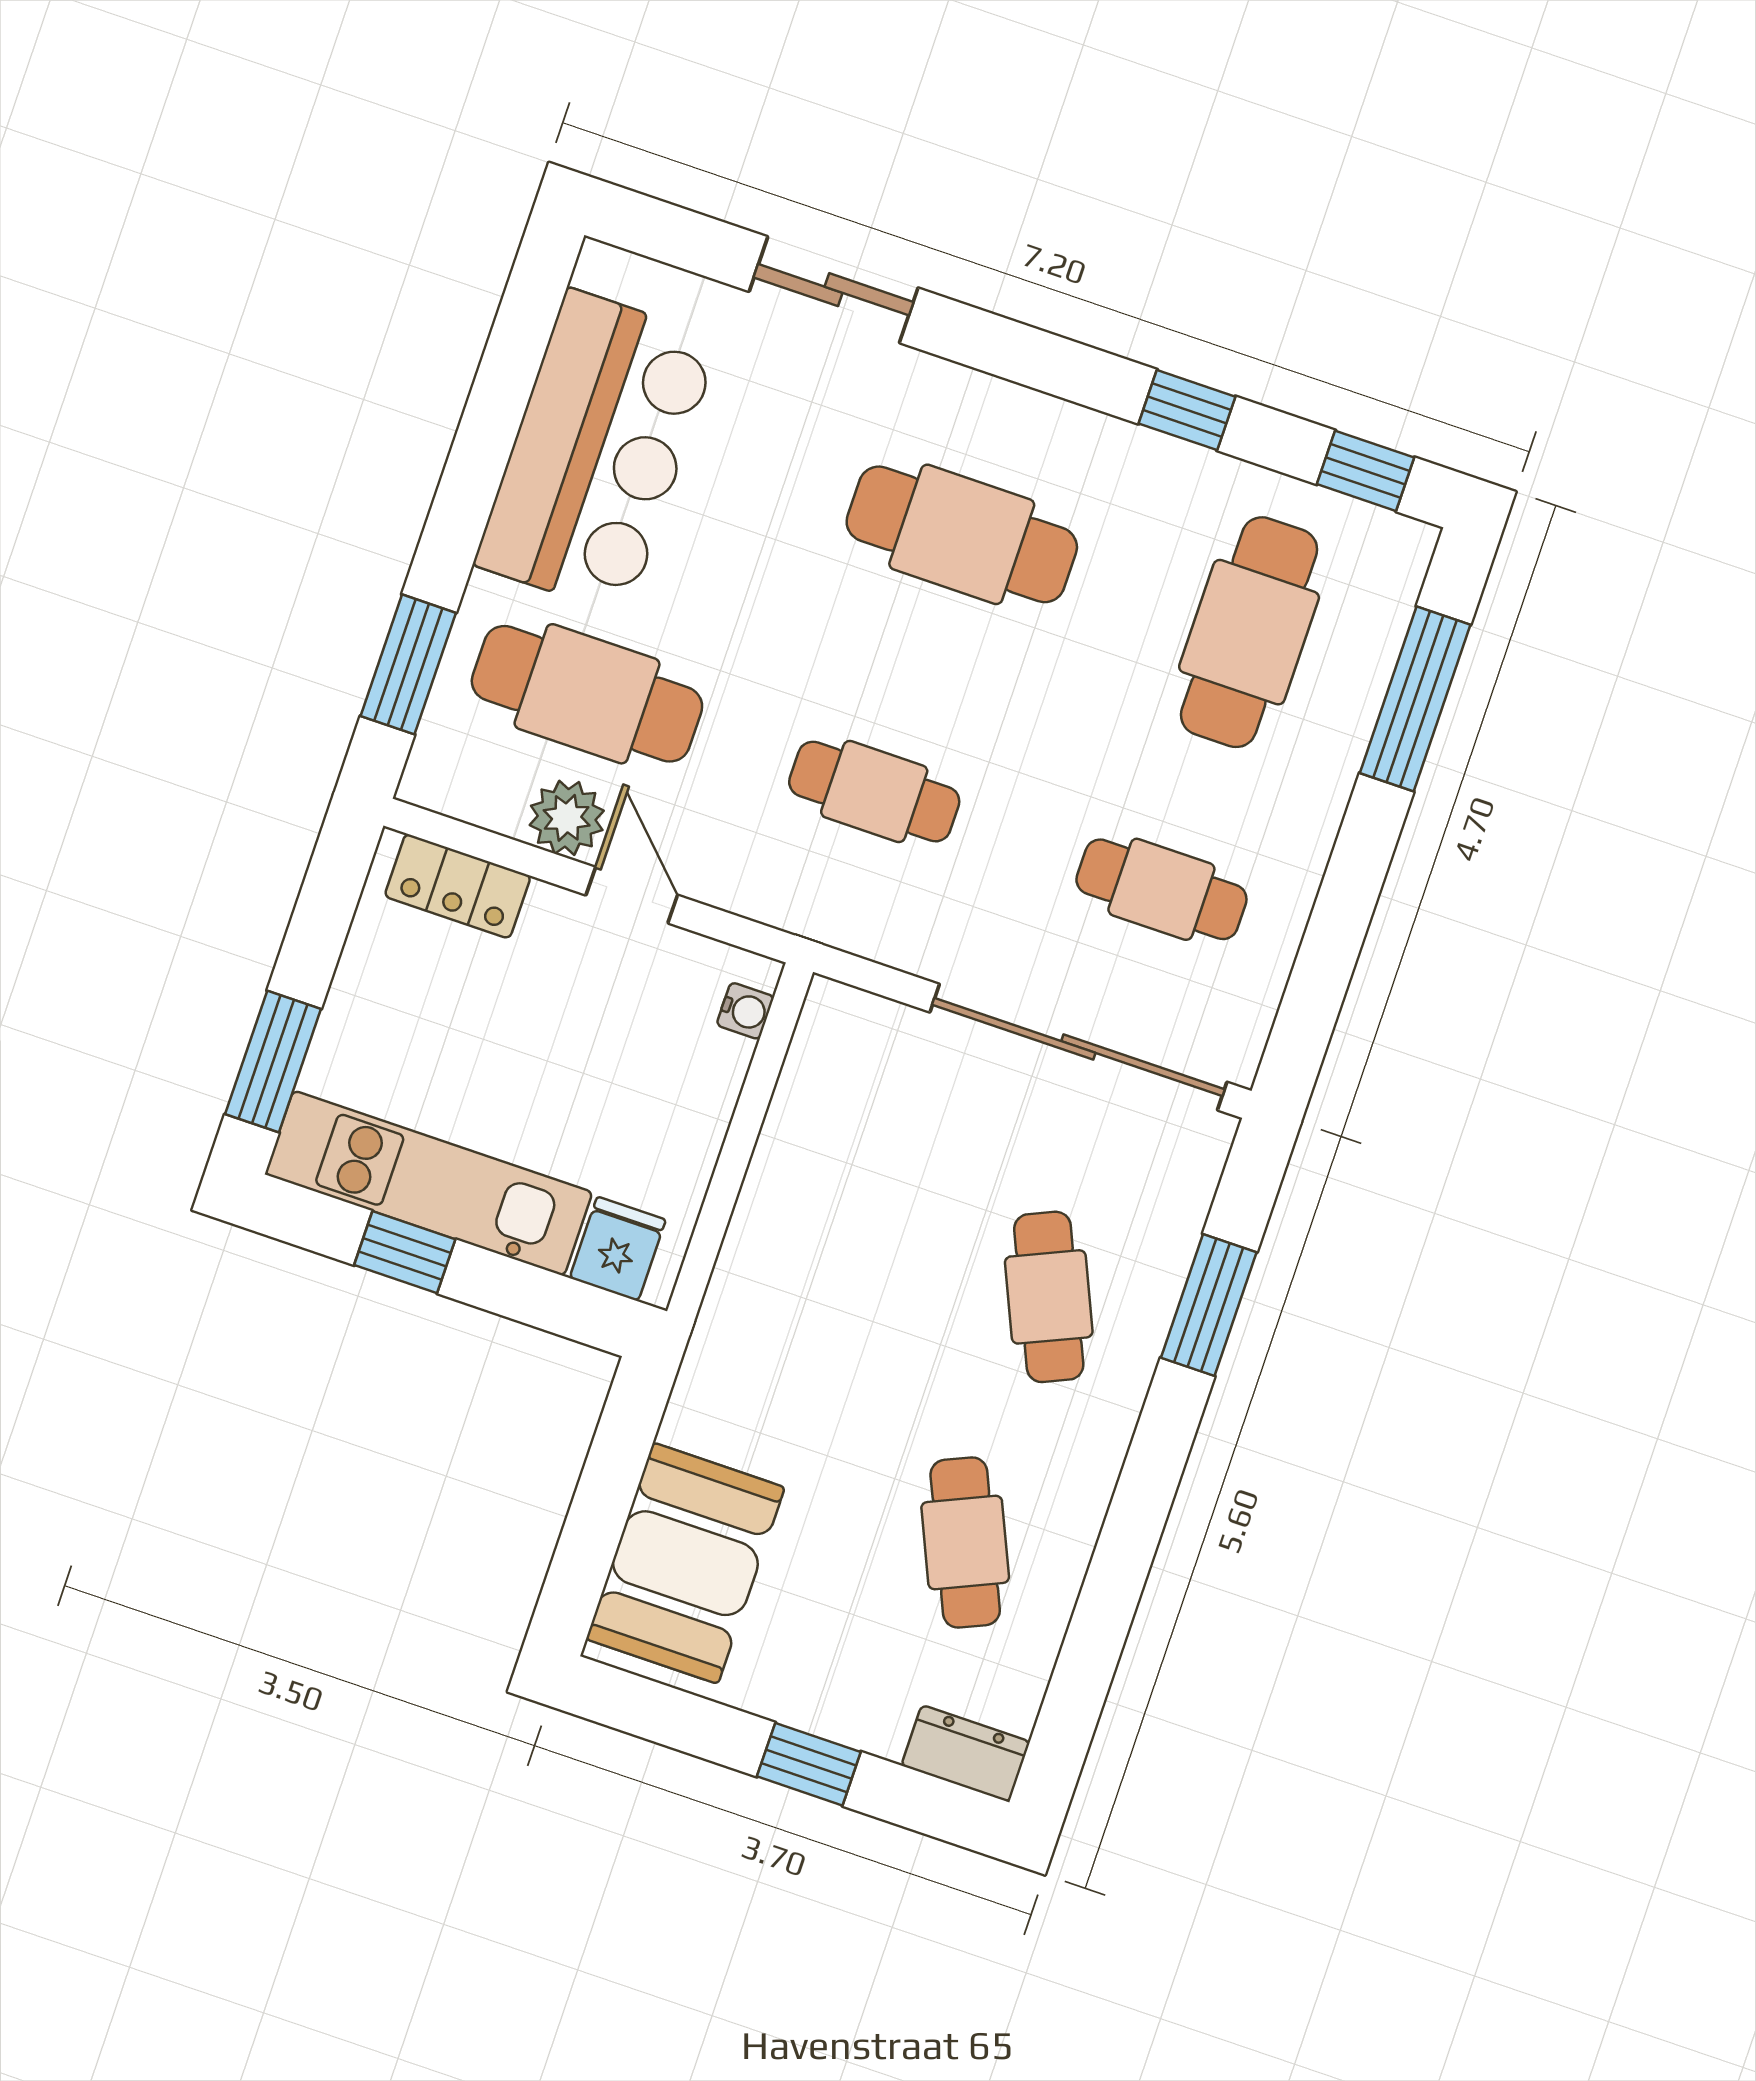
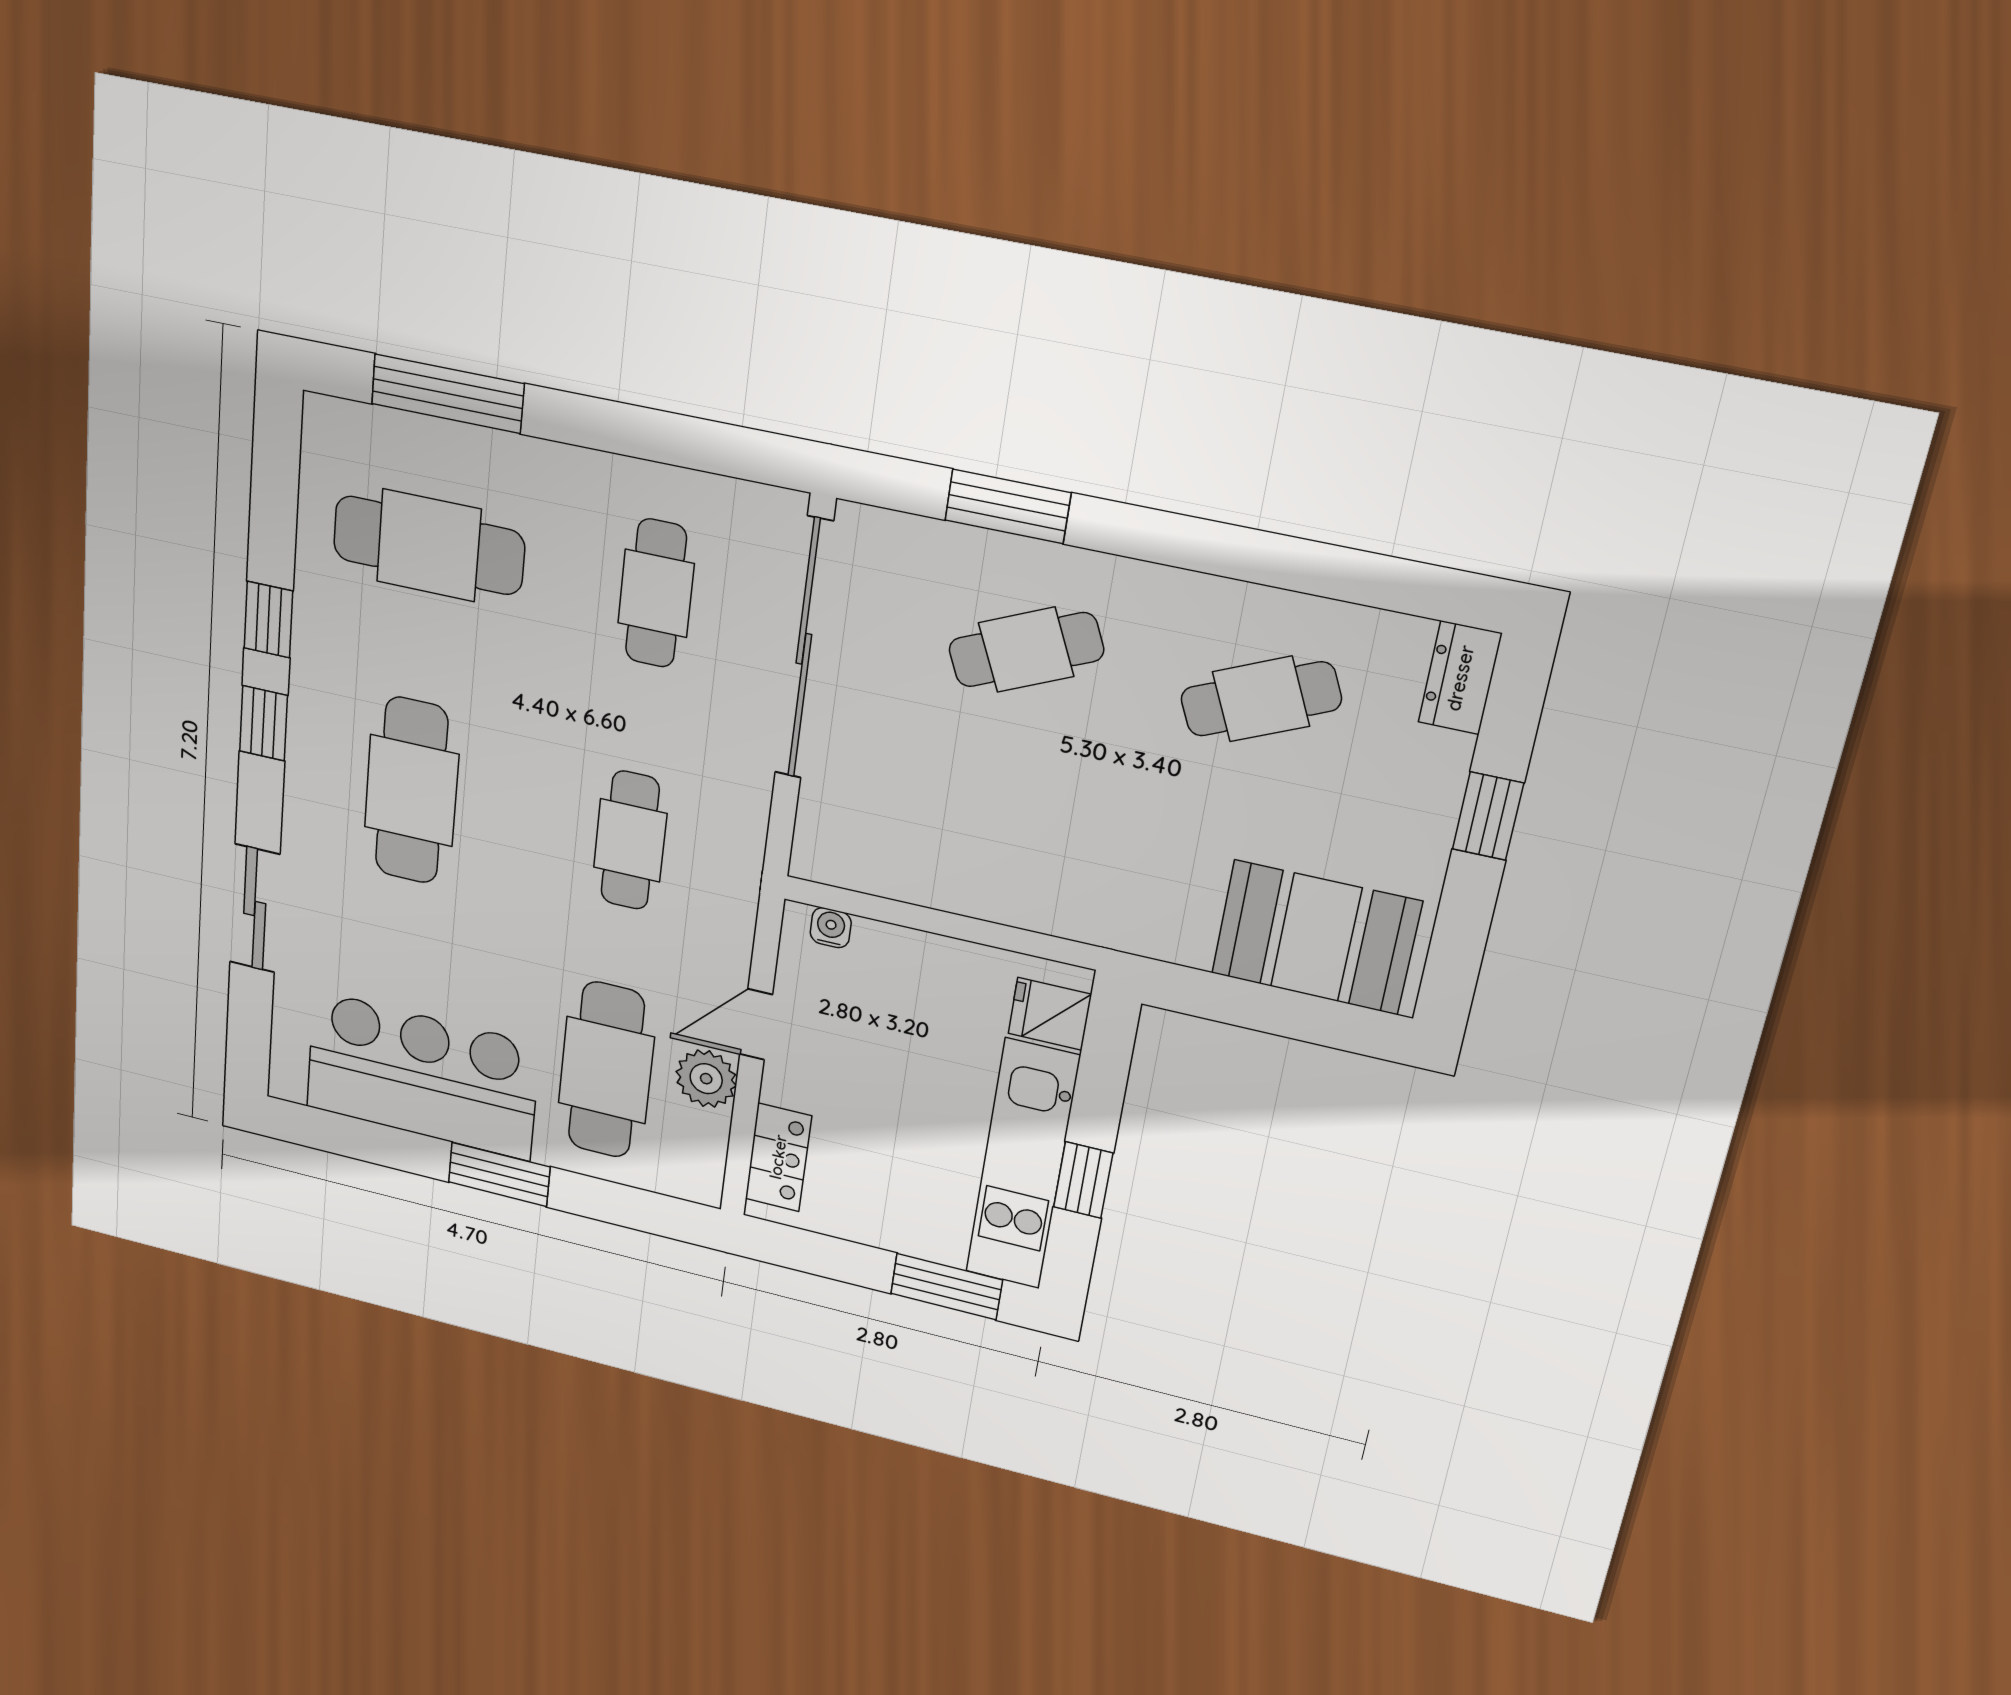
window: (1366, 471) -> (263, 723), moved
window: (408, 664) -> (499, 1174), moved

